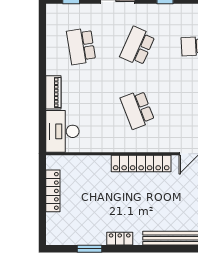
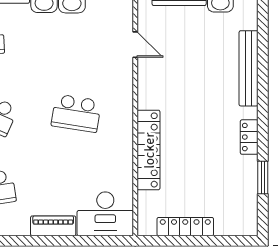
school desk: (137, 110) -> (76, 113), turned 30
locker: (141, 164) -> (149, 150), moved

